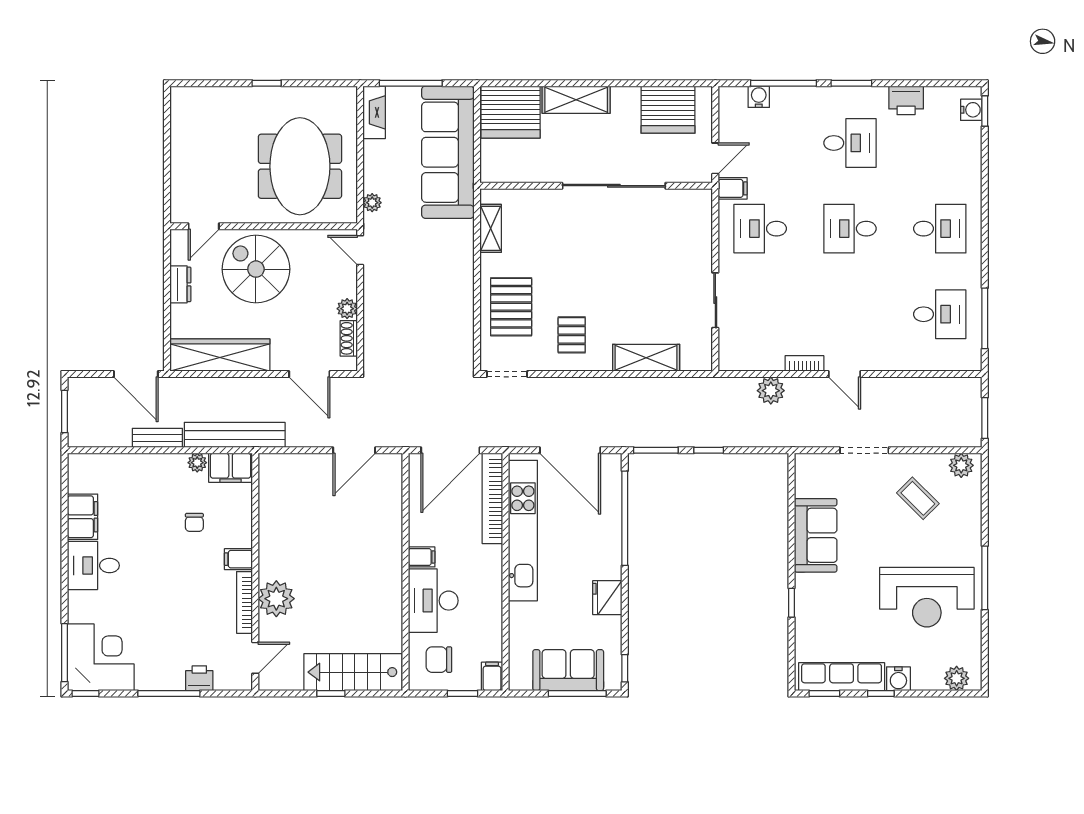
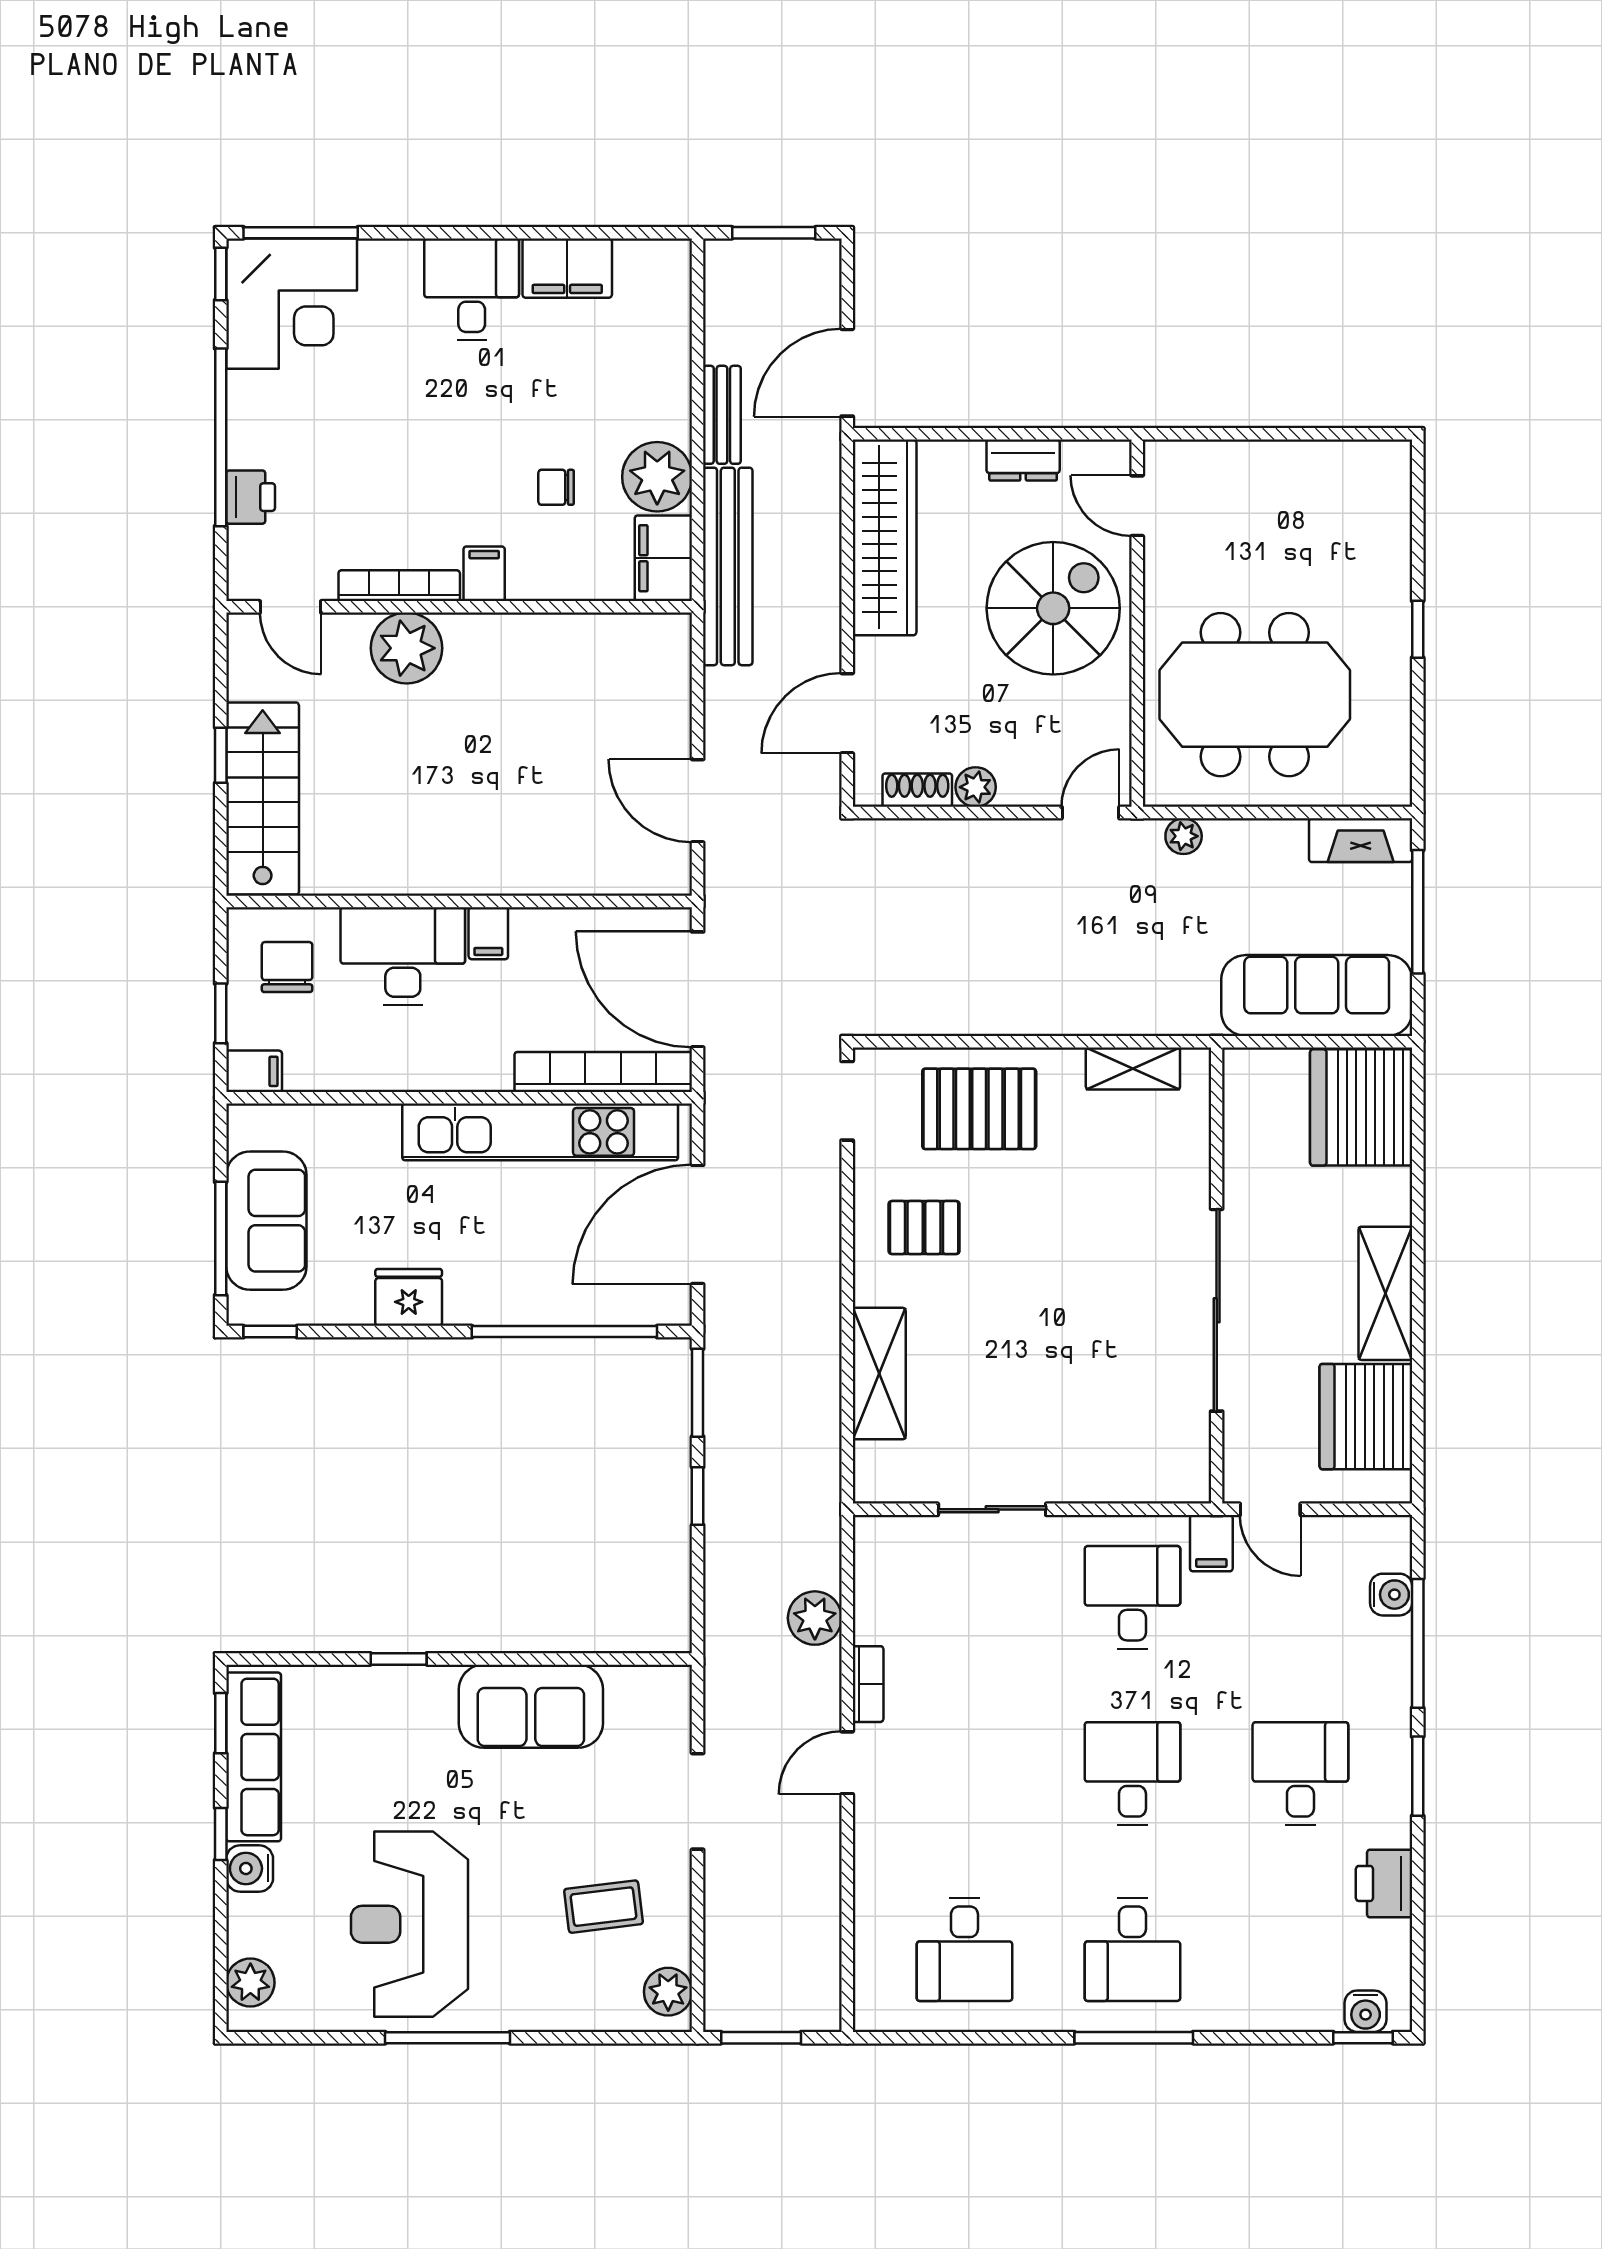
shelving: (576, 100) -> (1385, 1293), moved
desk: (850, 143) -> (1300, 1773), turned 180
sofa: (448, 152) -> (1317, 996), width x0.74, depth x0.79
window: (985, 318) -> (1134, 2038), moved
plant: (197, 463) -> (657, 477), width x1.88, depth x1.88
coffee table: (918, 498) -> (603, 1907), turned 38
window: (169, 693) -> (221, 437), width x1.46

